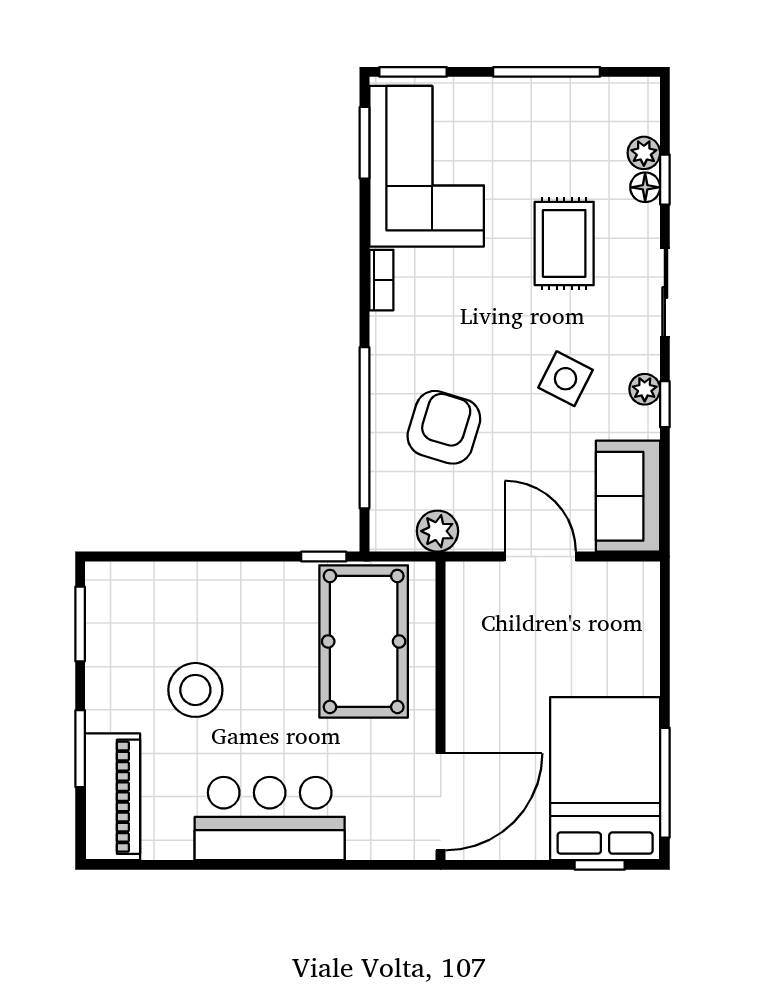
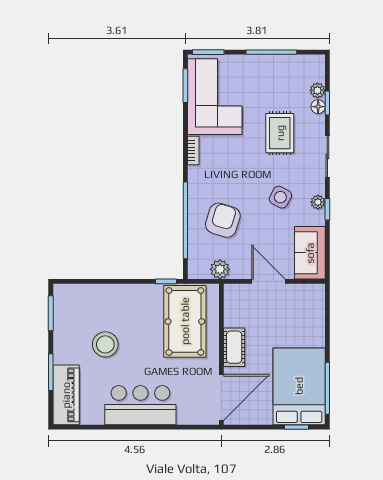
cot: (468, 696) -> (234, 347), added

